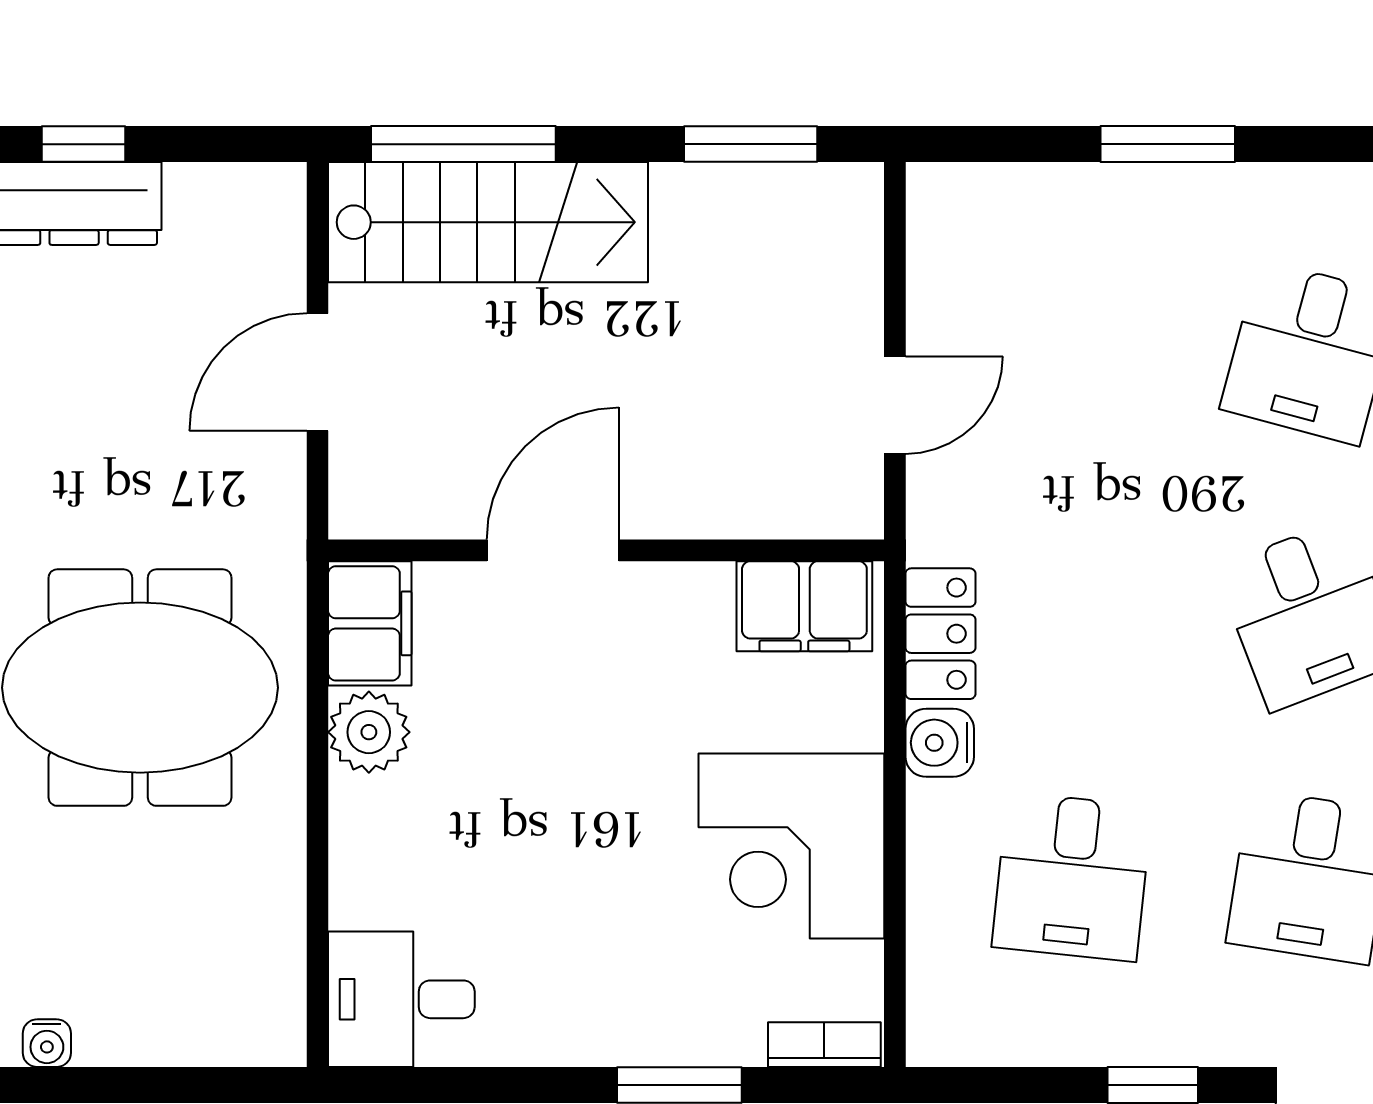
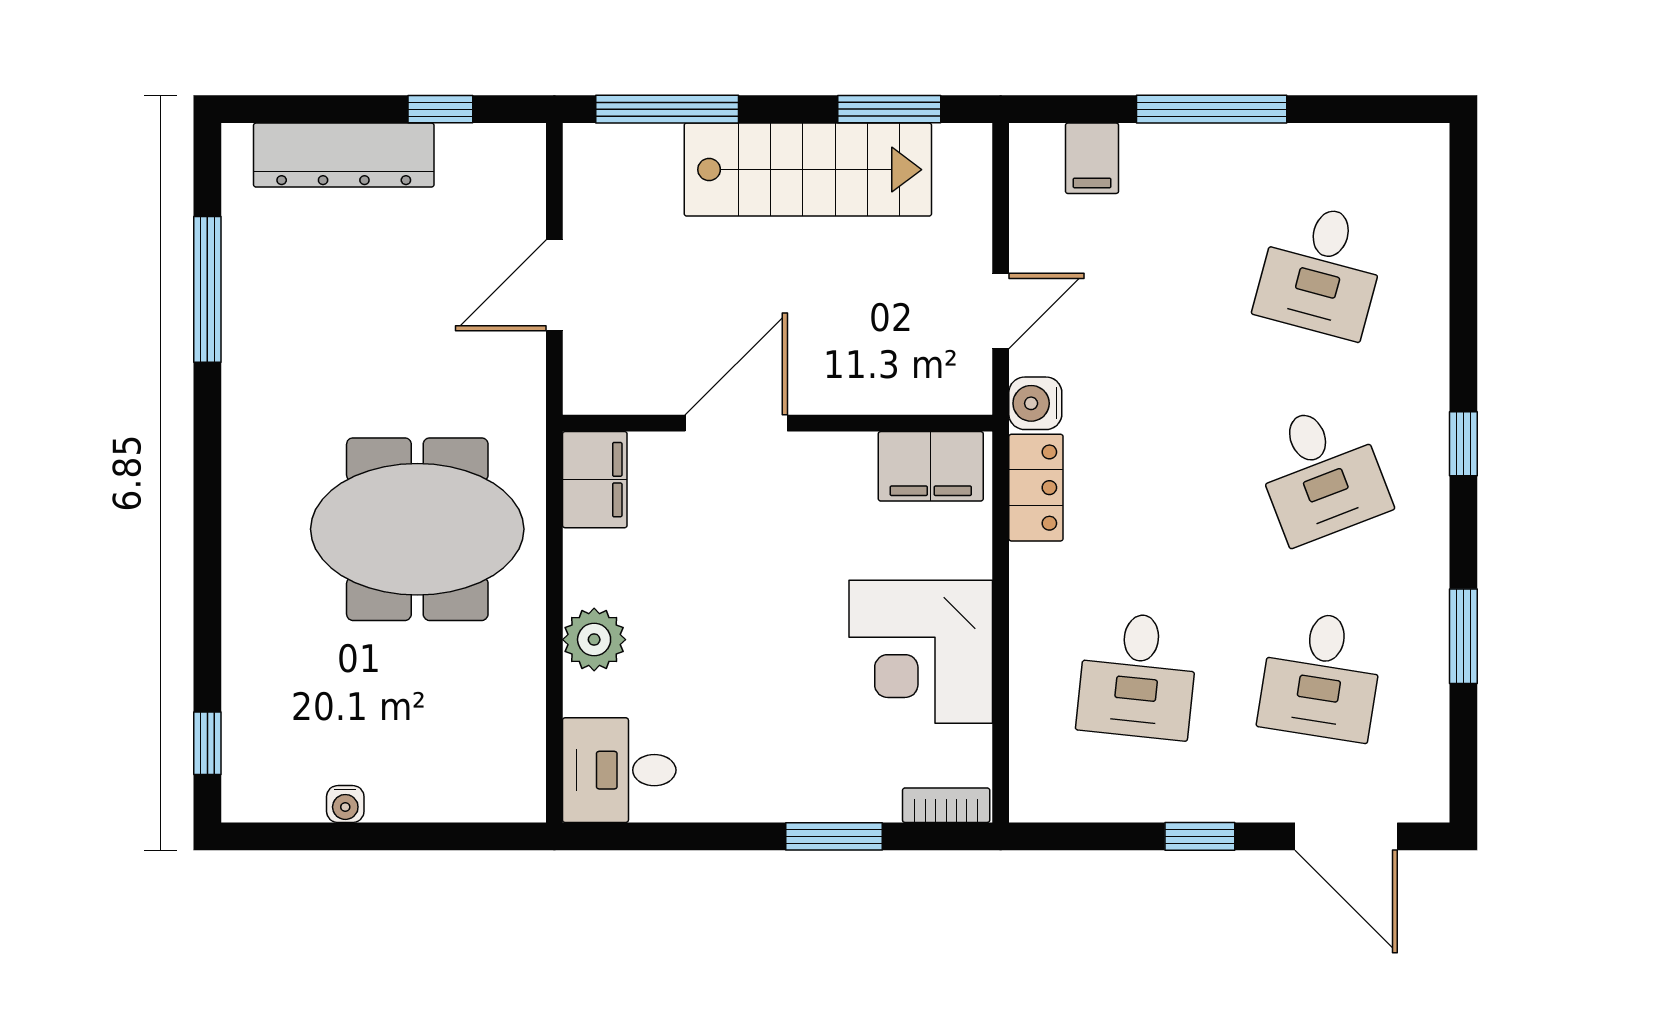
window: (84, 144) -> (440, 109), moved
window: (1168, 144) -> (1212, 109), width x1.44
filing cabinet: (1013, 208) -> (1092, 158), added
stairs: (488, 222) -> (808, 170), moved
plant: (369, 732) -> (594, 640), moved
water cooler: (940, 743) -> (1035, 403), moved

